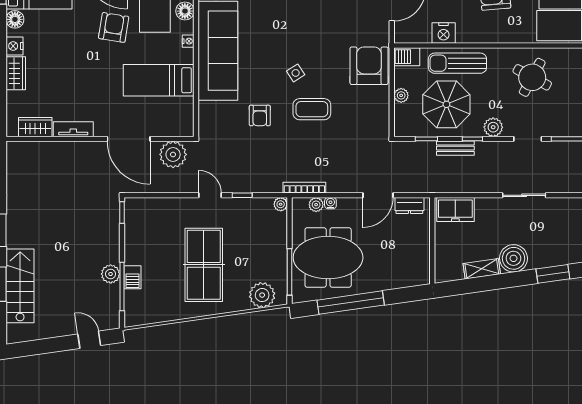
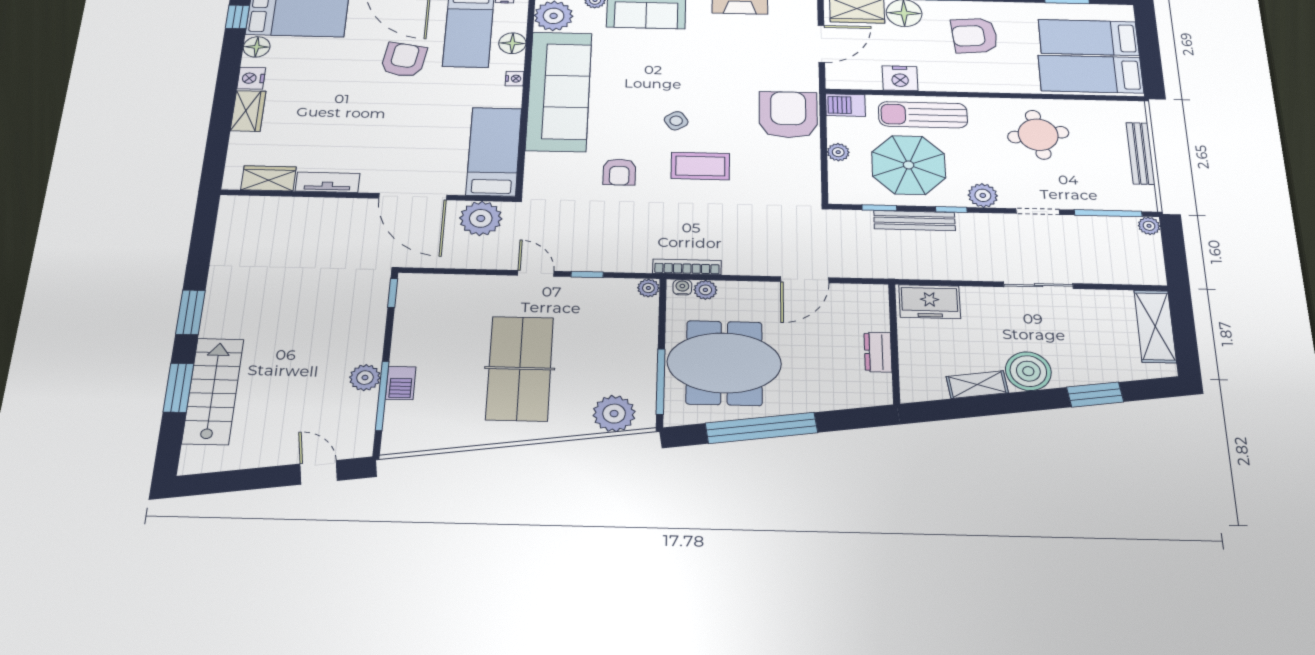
round table: (532, 77) -> (1038, 135), turned -37
bed: (159, 80) -> (494, 152), moved, turned 90
bench: (455, 148) -> (914, 221), width x1.36
water cooler: (330, 203) -> (682, 287), moved
dresser: (409, 205) -> (878, 352), moved, turned 90

